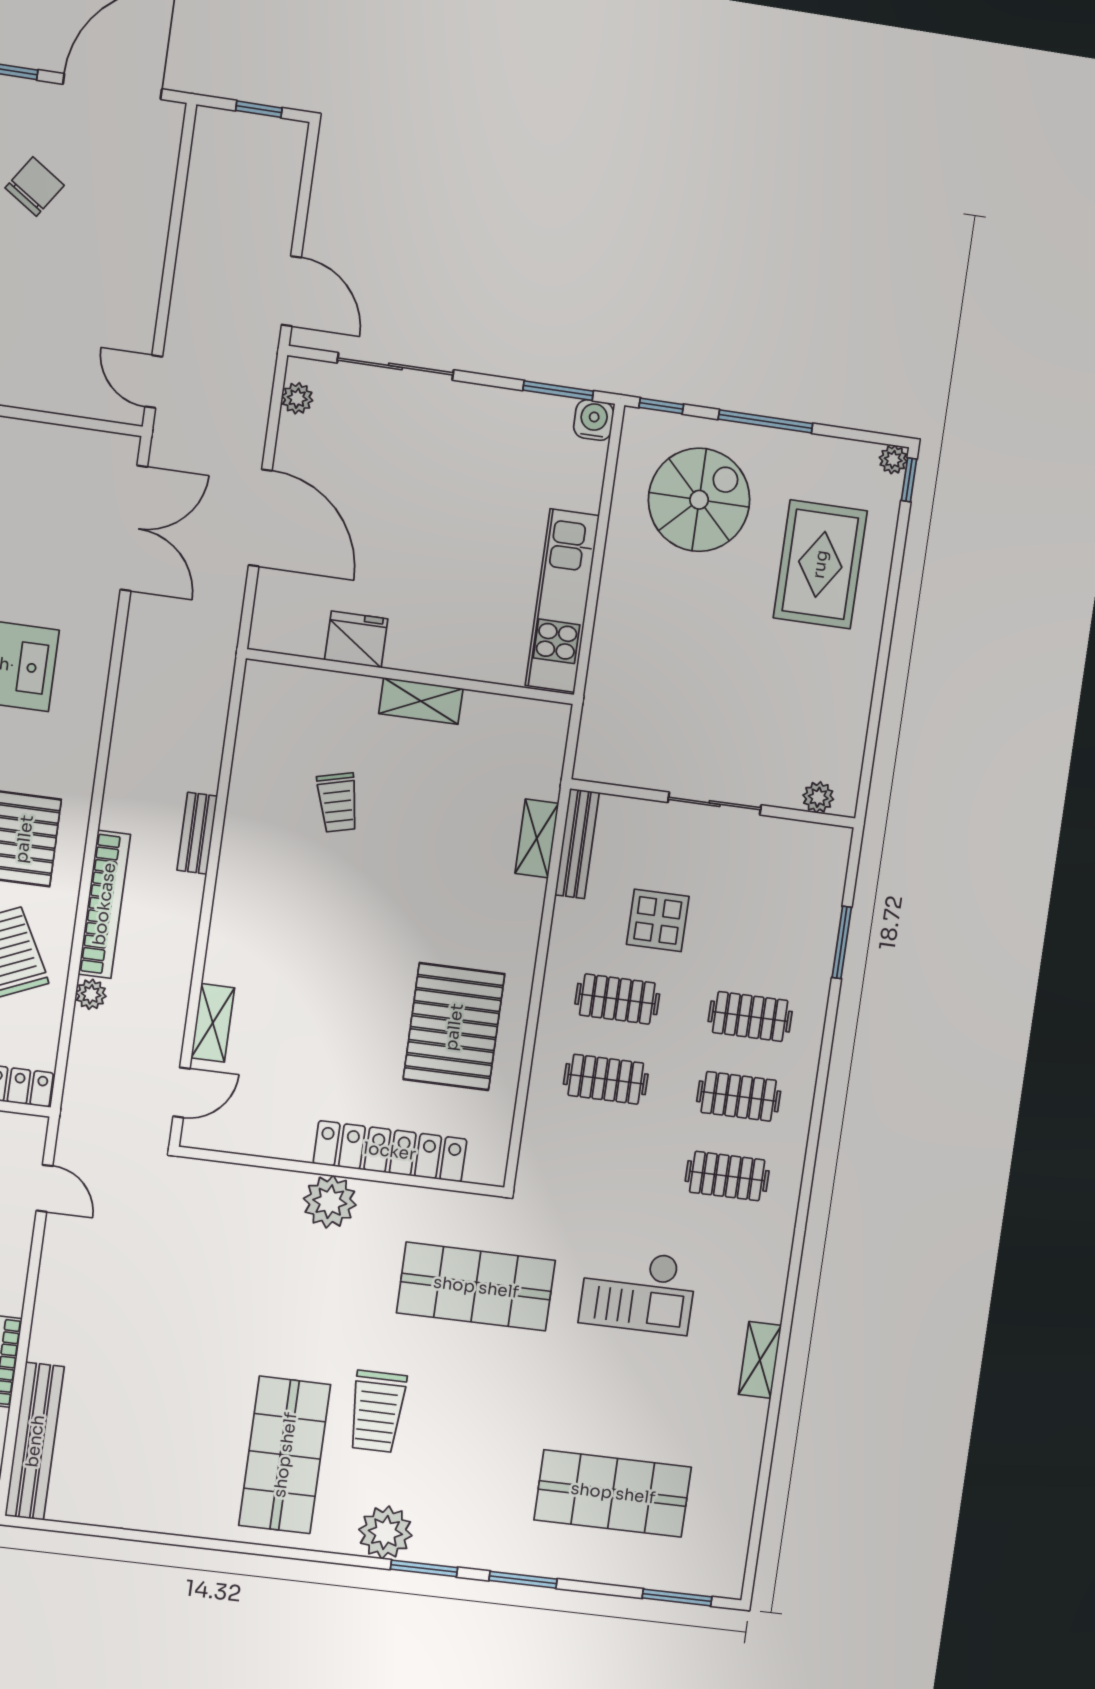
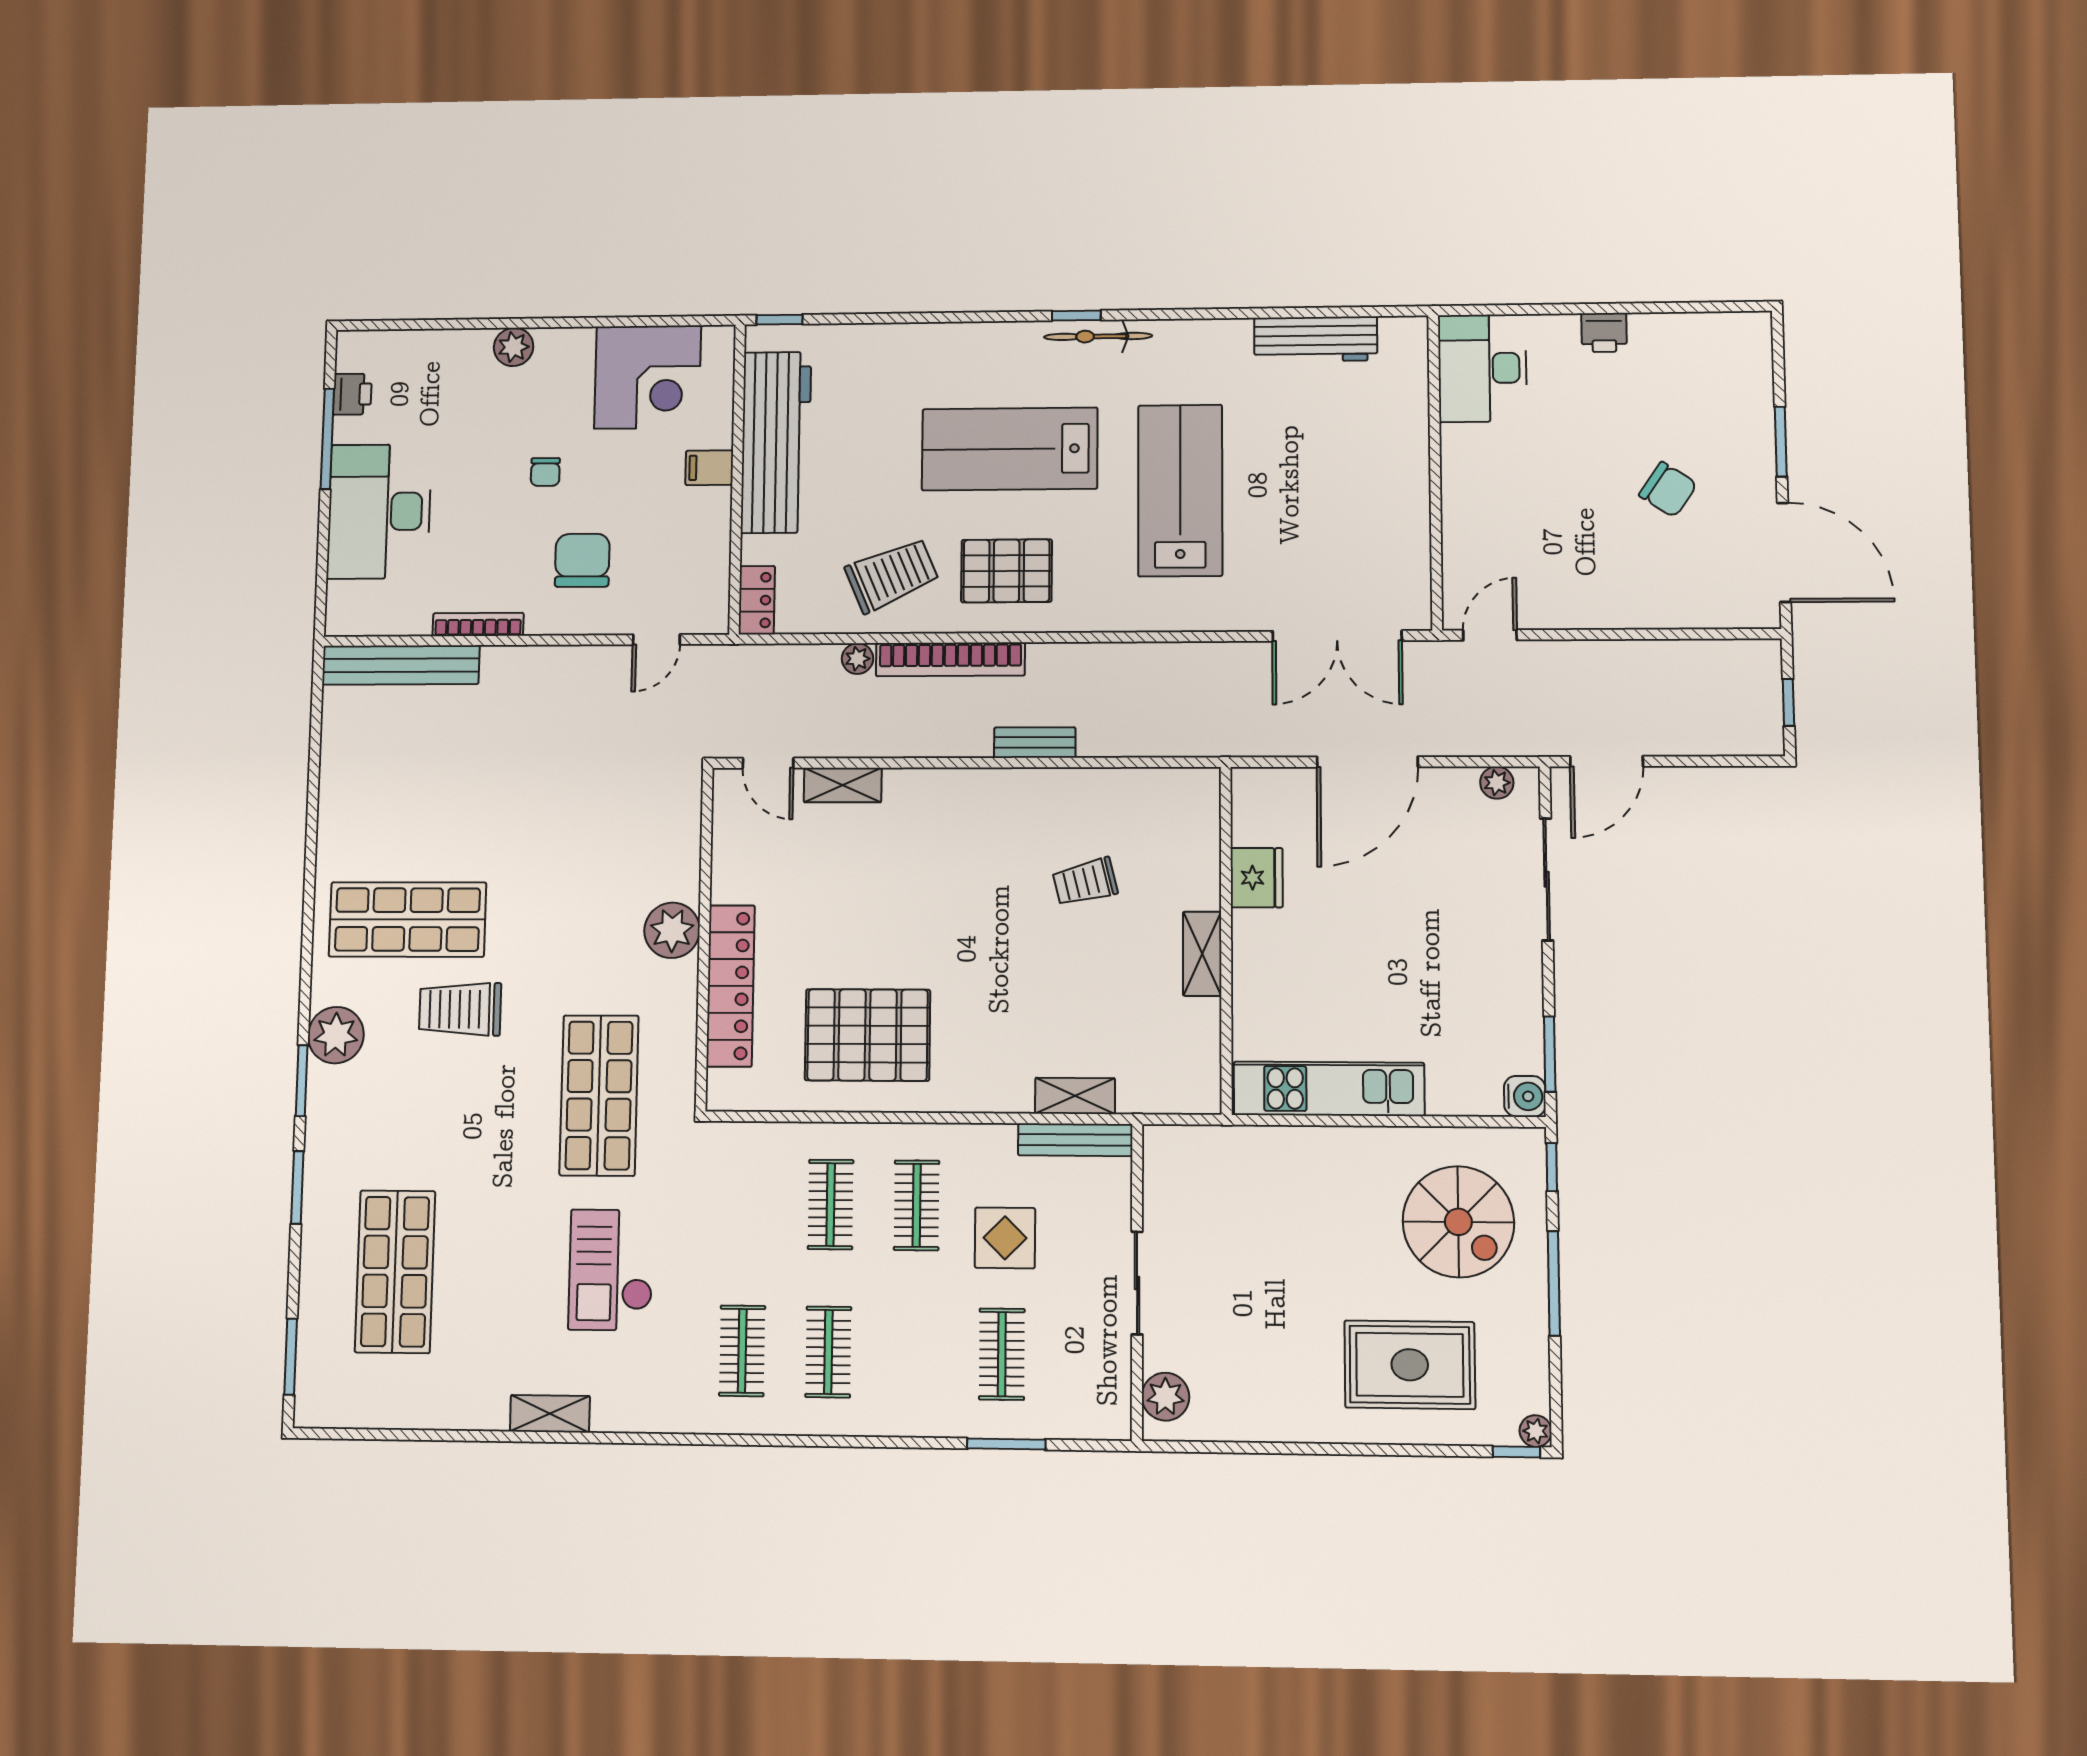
plant: (818, 797) -> (1165, 1397), width x1.38, depth x1.38
clothes rail: (750, 1017) -> (1002, 1354), moved

